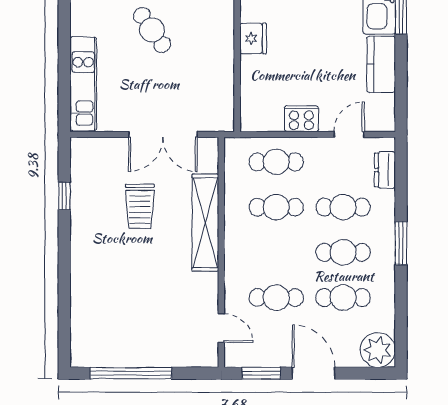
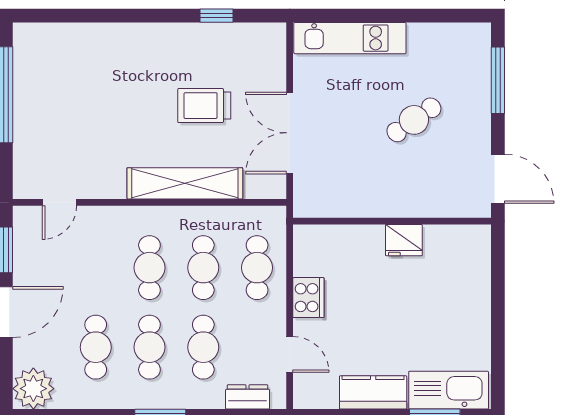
cafe table: (276, 298) -> (149, 268), moved

